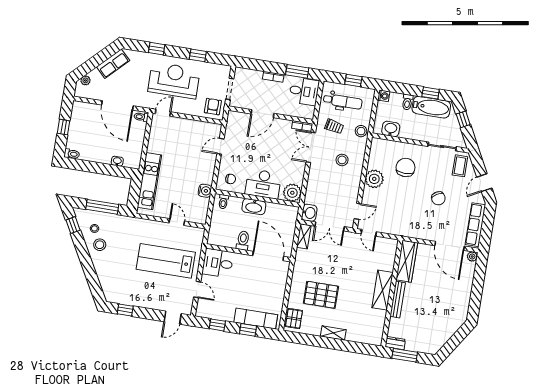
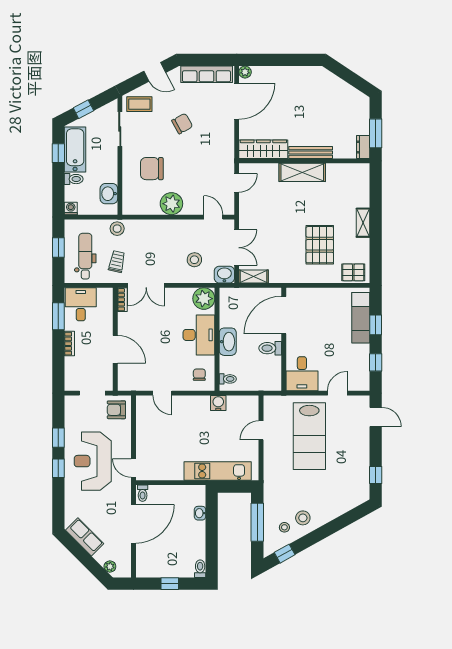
window: (157, 49) -> (58, 468), moved
stool: (342, 160) -> (194, 260), moved
door: (369, 233) -> (237, 183), moved

